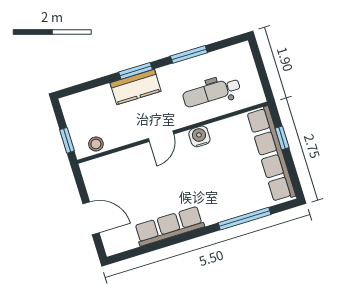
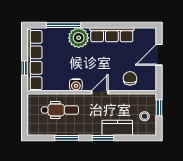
kitchen counter: (136, 87) -> (117, 128), moved
stool: (96, 144) -> (145, 116), moved
chair: (123, 170) -> (130, 78), added
plant: (217, 207) -> (79, 38), added
door: (91, 218) -> (159, 55), hinge flipped

